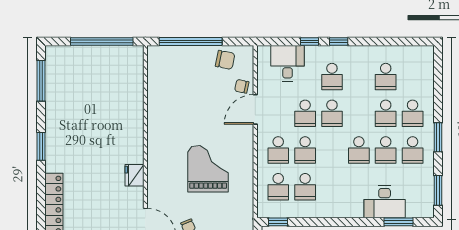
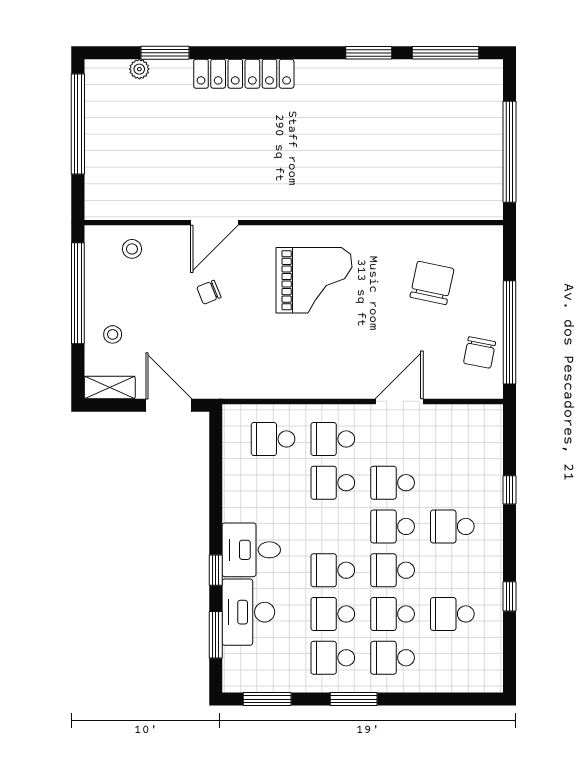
window: (191, 41) -> (510, 332), moved
window: (339, 41) -> (510, 596), moved
desk: (288, 63) -> (251, 550), moved, turned 180
chair: (242, 86) -> (432, 283), moved, width x1.87, depth x1.87
door: (255, 109) -> (399, 401), hinge flipped
window: (41, 146) -> (369, 53), moved
grand piano: (208, 169) -> (314, 280), moved
fridge: (134, 175) -> (292, 205), removed
school desk: (305, 187) -> (393, 570), moved
window: (278, 222) -> (216, 570), moved

